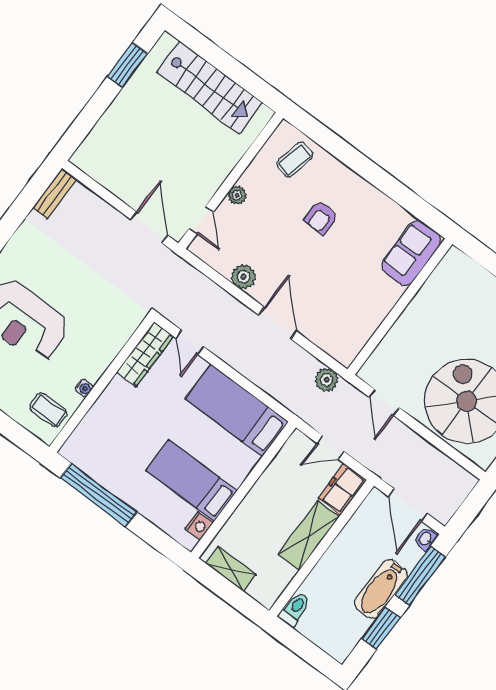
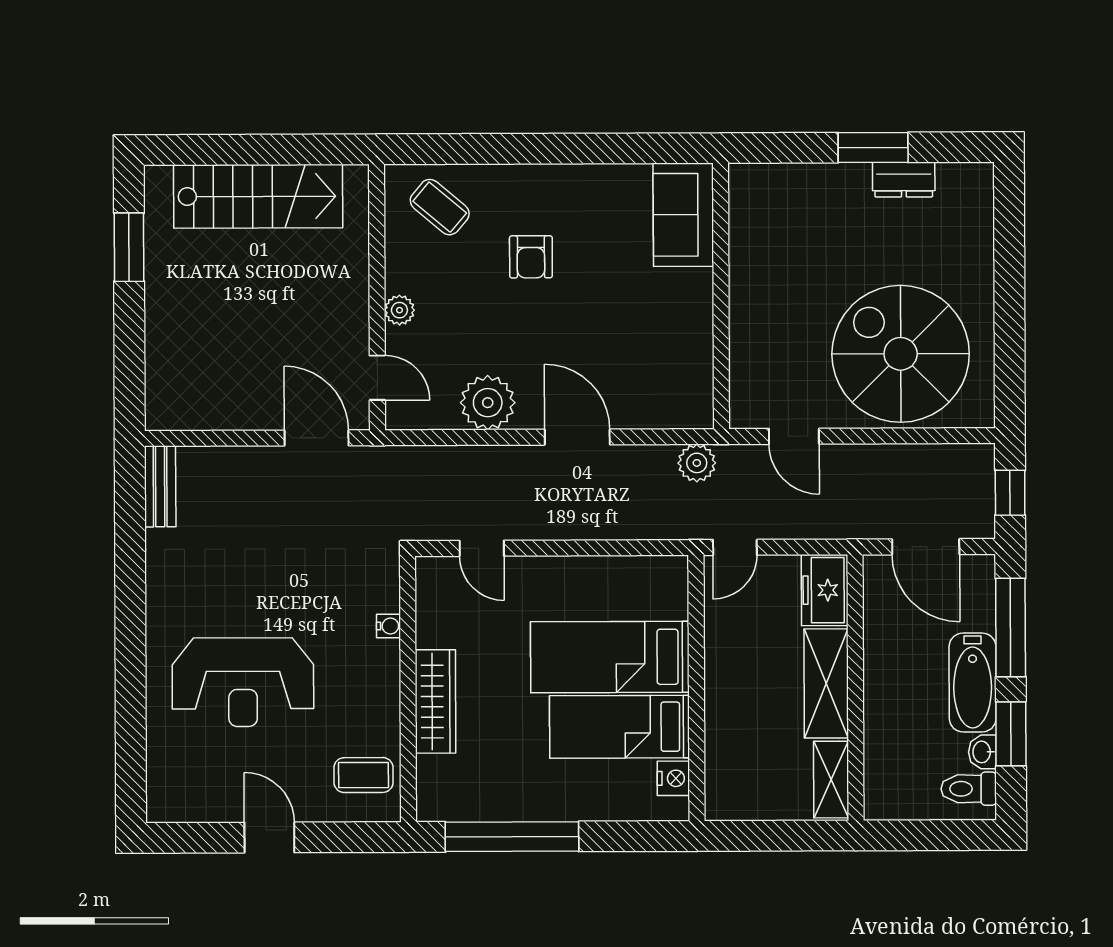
coffee table: (295, 160) -> (440, 207), turned -63
plant: (244, 277) -> (488, 403), width x1.36, depth x1.36
wardrobe: (145, 354) -> (435, 701), moved
water cooler: (84, 388) -> (388, 626), moved
bed: (237, 410) -> (610, 657), moved
door: (331, 447) -> (735, 547), moved
window: (469, 510) -> (1010, 493), added
washbasin: (426, 539) -> (982, 752), moved
shelving: (231, 569) -> (831, 780), moved, turned 90
toilet: (295, 609) -> (969, 789), moved, turned -90

